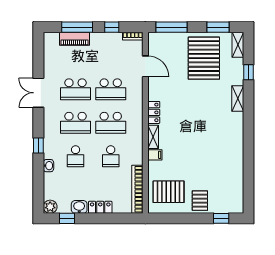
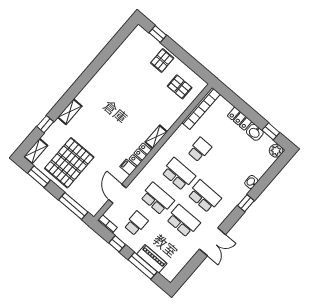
filing cabinet: (155, 155) -> (128, 167), moved
school desk: (76, 156) -> (136, 223), moved
pallet: (169, 192) -> (180, 87), width x0.67, depth x0.71

